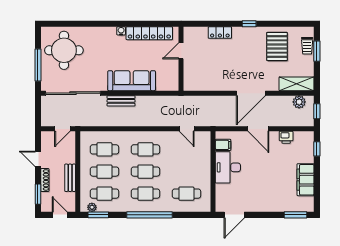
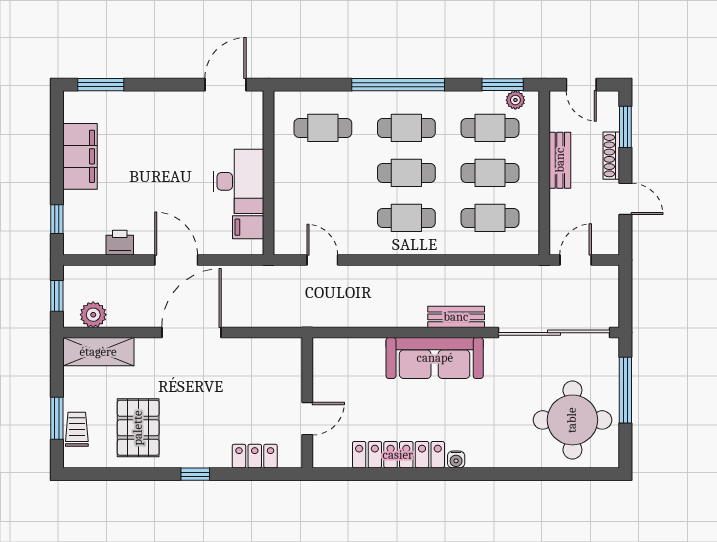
door: (181, 51) -> (307, 419), moved
wall: (181, 59) -> (307, 403), moved

